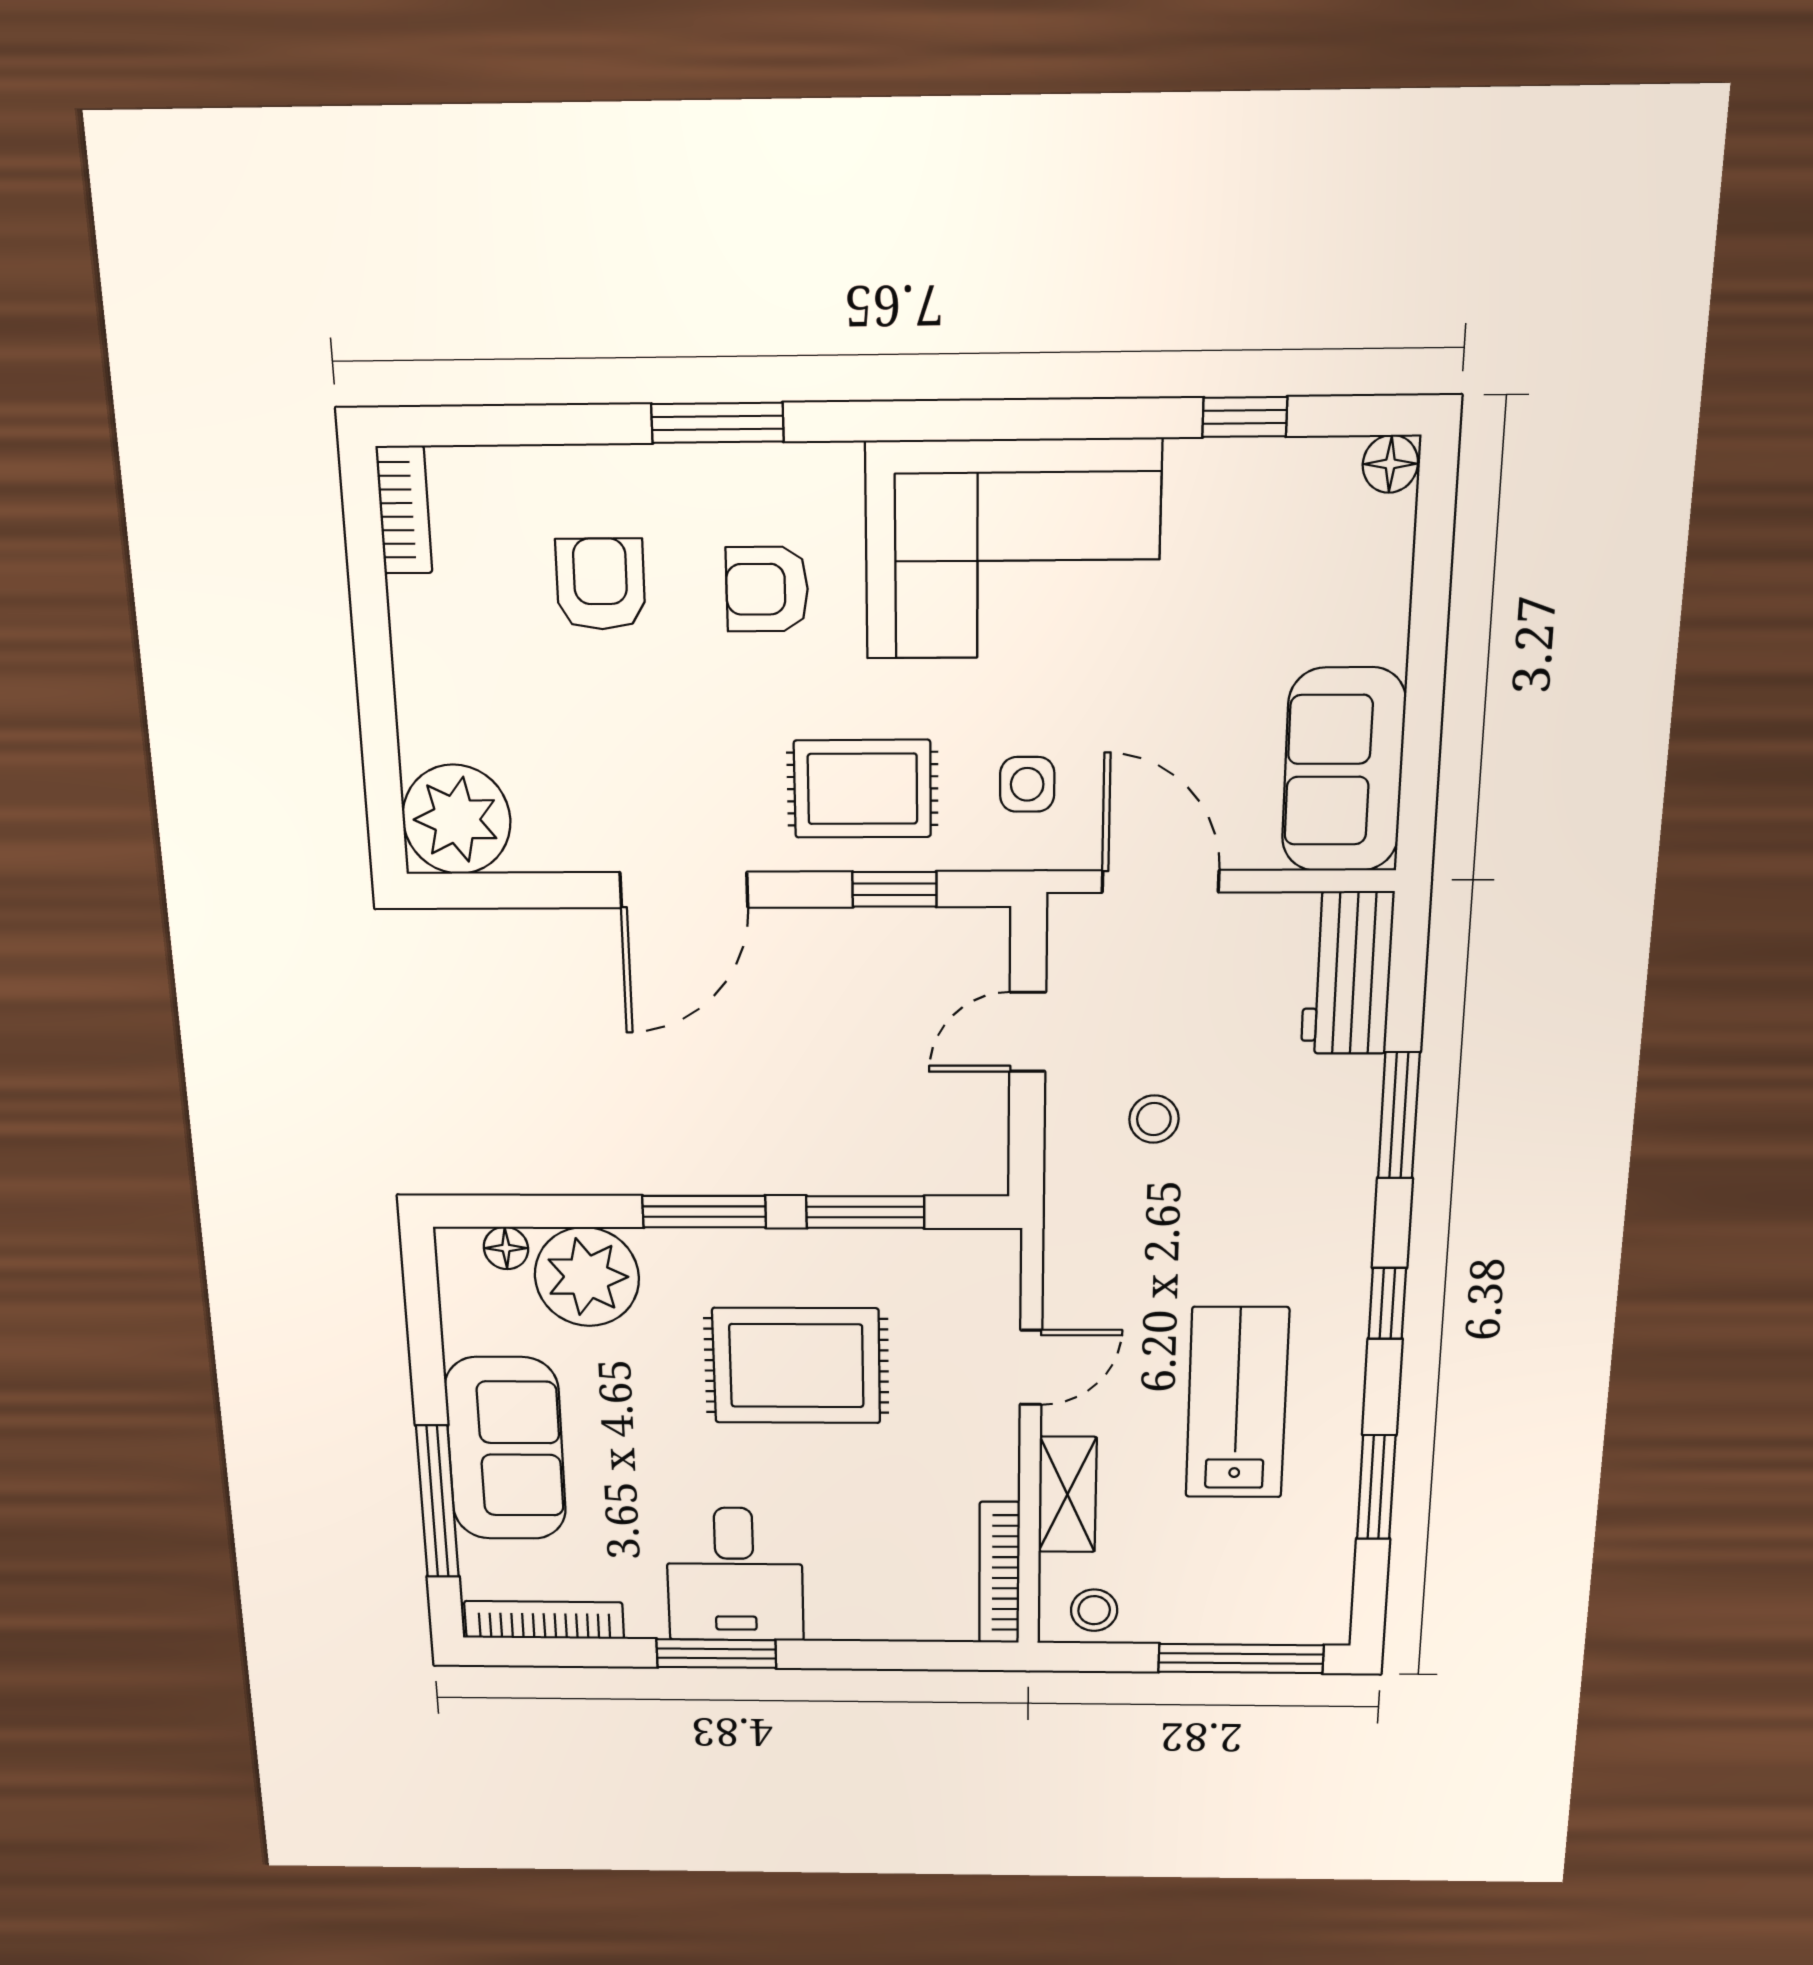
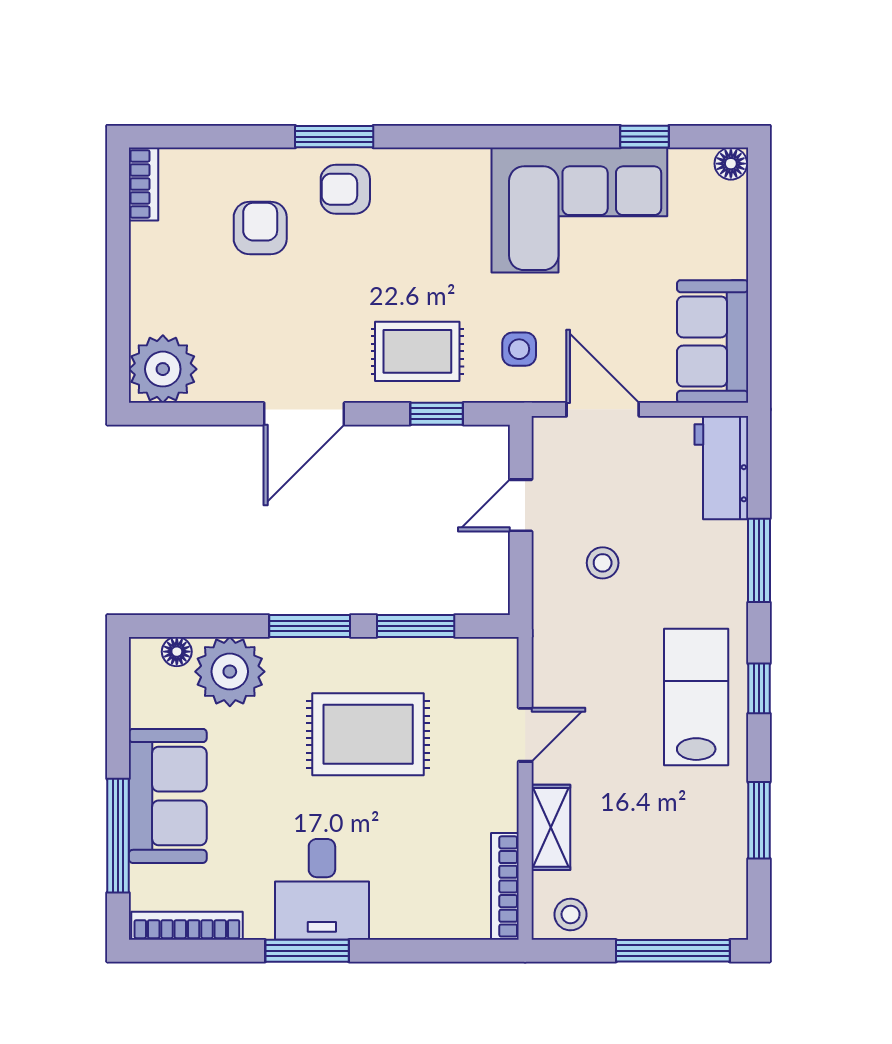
corner sofa: (1013, 550) -> (579, 210), moved
armchair: (767, 589) -> (345, 189), moved
lab bench: (1237, 1403) -> (696, 697), moved

